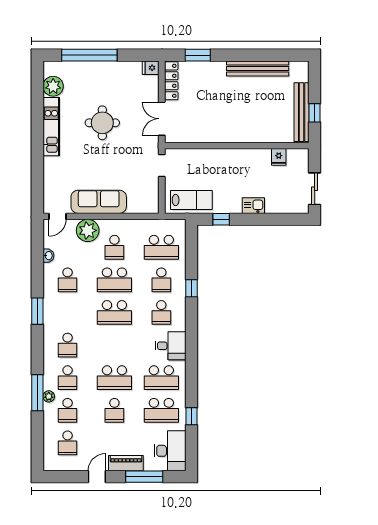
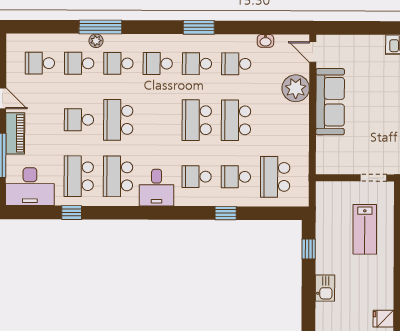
lab bench: (191, 200) -> (365, 229), moved
school desk: (114, 247) -> (197, 64), moved

